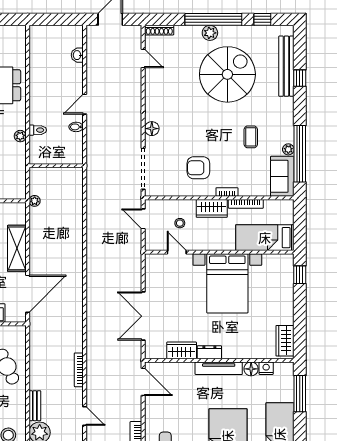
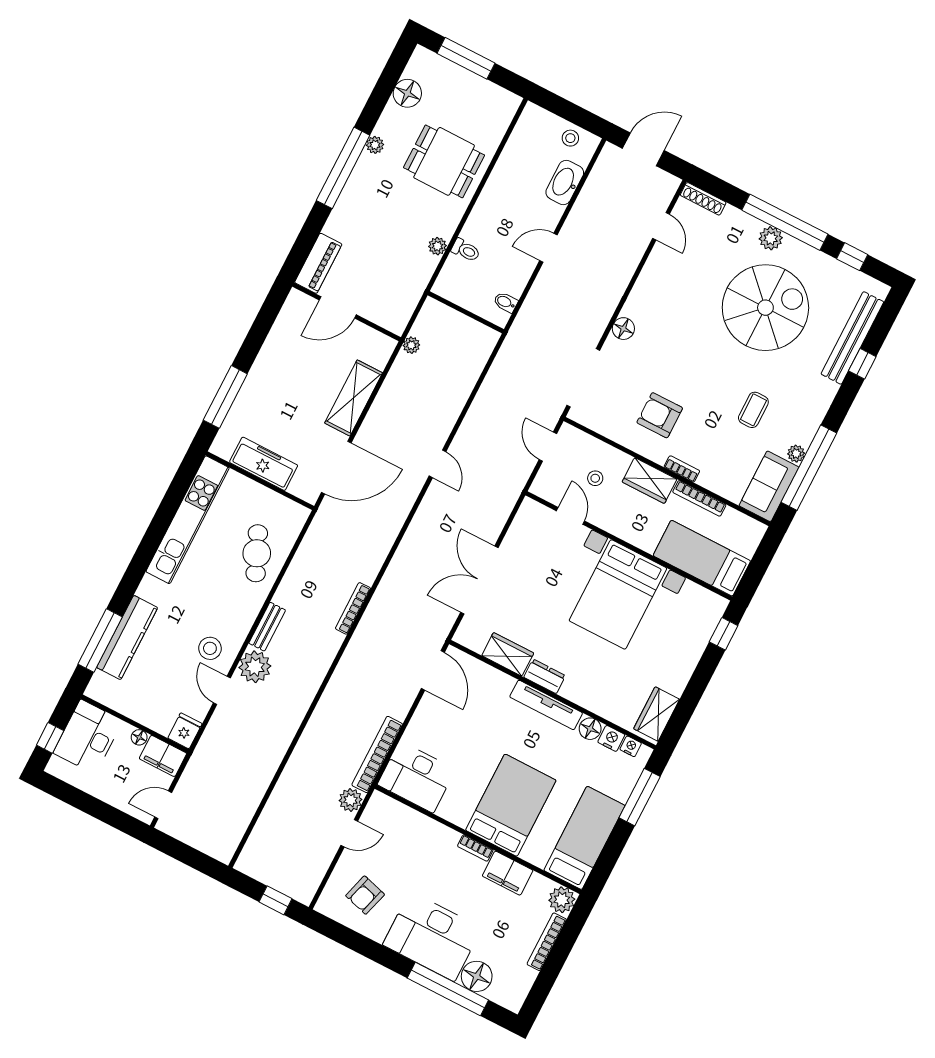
stool: (65, 34) -> (570, 138), added
washbasin: (77, 55) -> (565, 182), width x1.91, depth x1.45
bidet: (76, 127) -> (506, 302), moved
nightstand: (280, 367) -> (631, 746), added
door: (85, 416) -> (437, 464), moved

